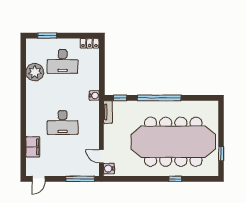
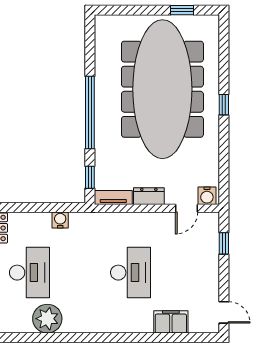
water cooler: (94, 96) -> (60, 220), moved
dresser: (109, 133) -> (149, 196), added
window: (80, 179) -> (224, 243), width x0.46
window: (175, 179) -> (224, 105), moved

